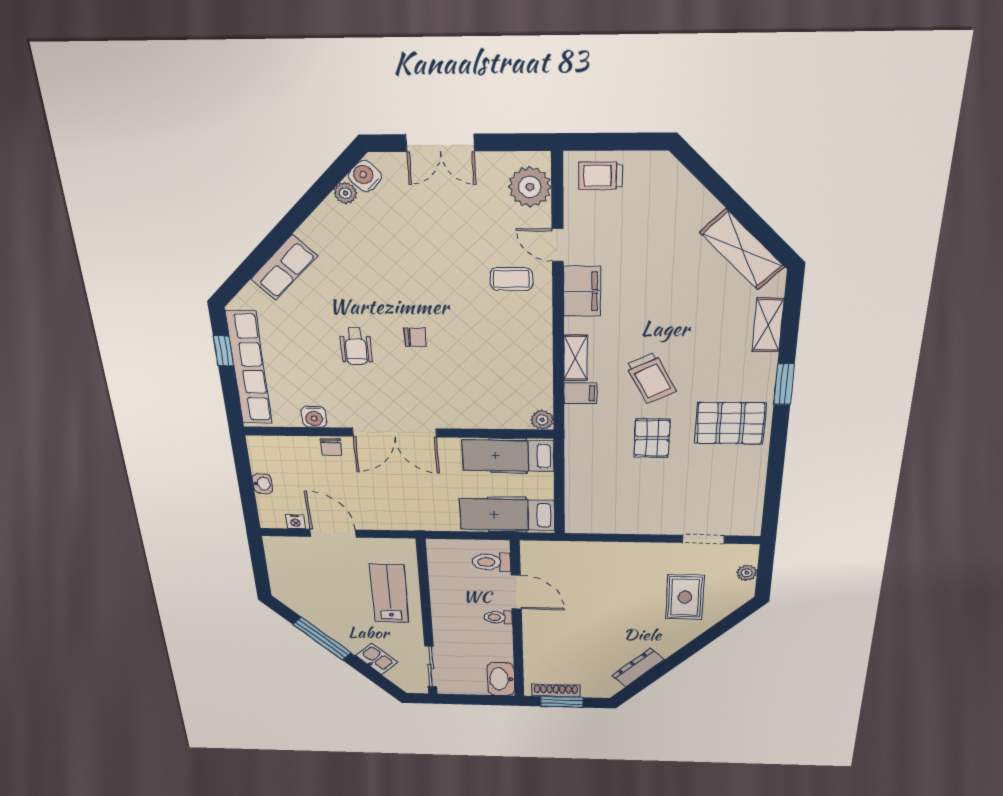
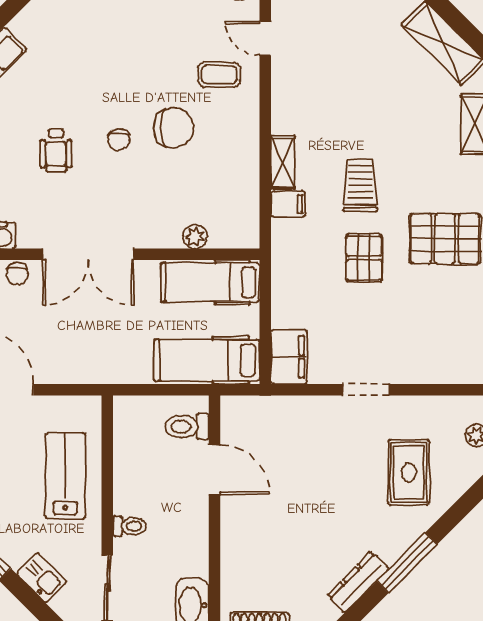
filing cabinet: (582, 291) -> (289, 357), moved
chair: (468, 327) -> (173, 128), added
chair: (415, 337) -> (119, 139), turned 90
trolley: (651, 378) -> (360, 186), turned -153
plant: (542, 420) -> (195, 237), moved
doorway: (703, 539) -> (366, 390), moved
toilet: (498, 617) -> (129, 526), moved, turned 180
window: (680, 657) -> (407, 563), added

